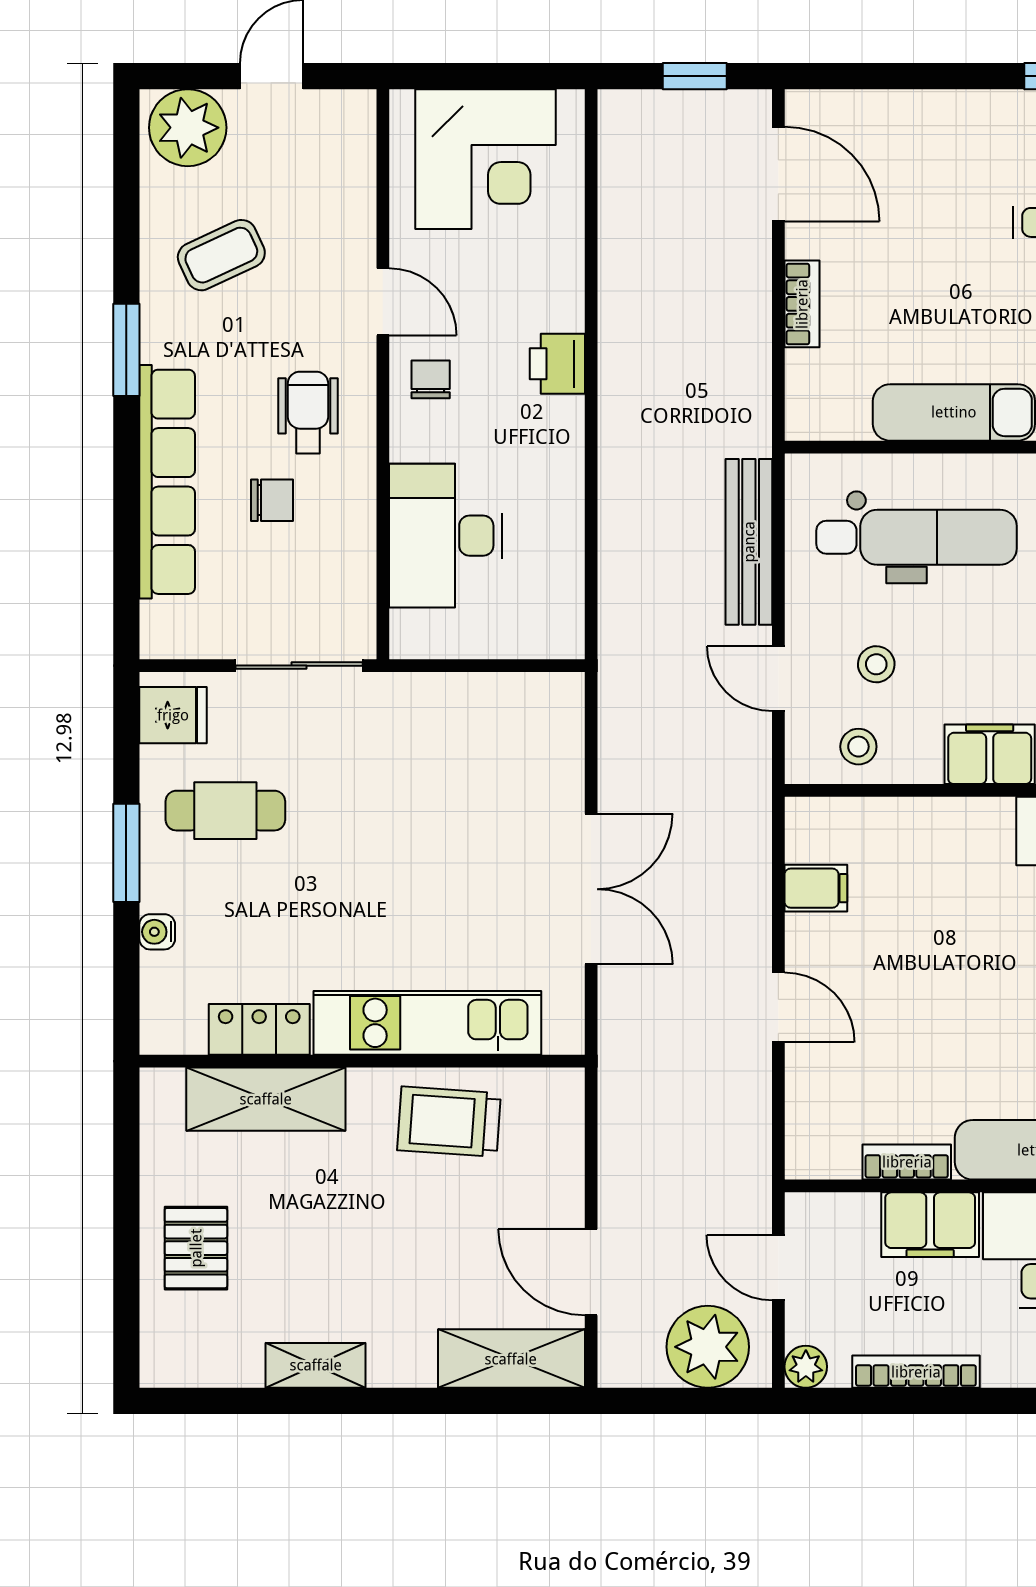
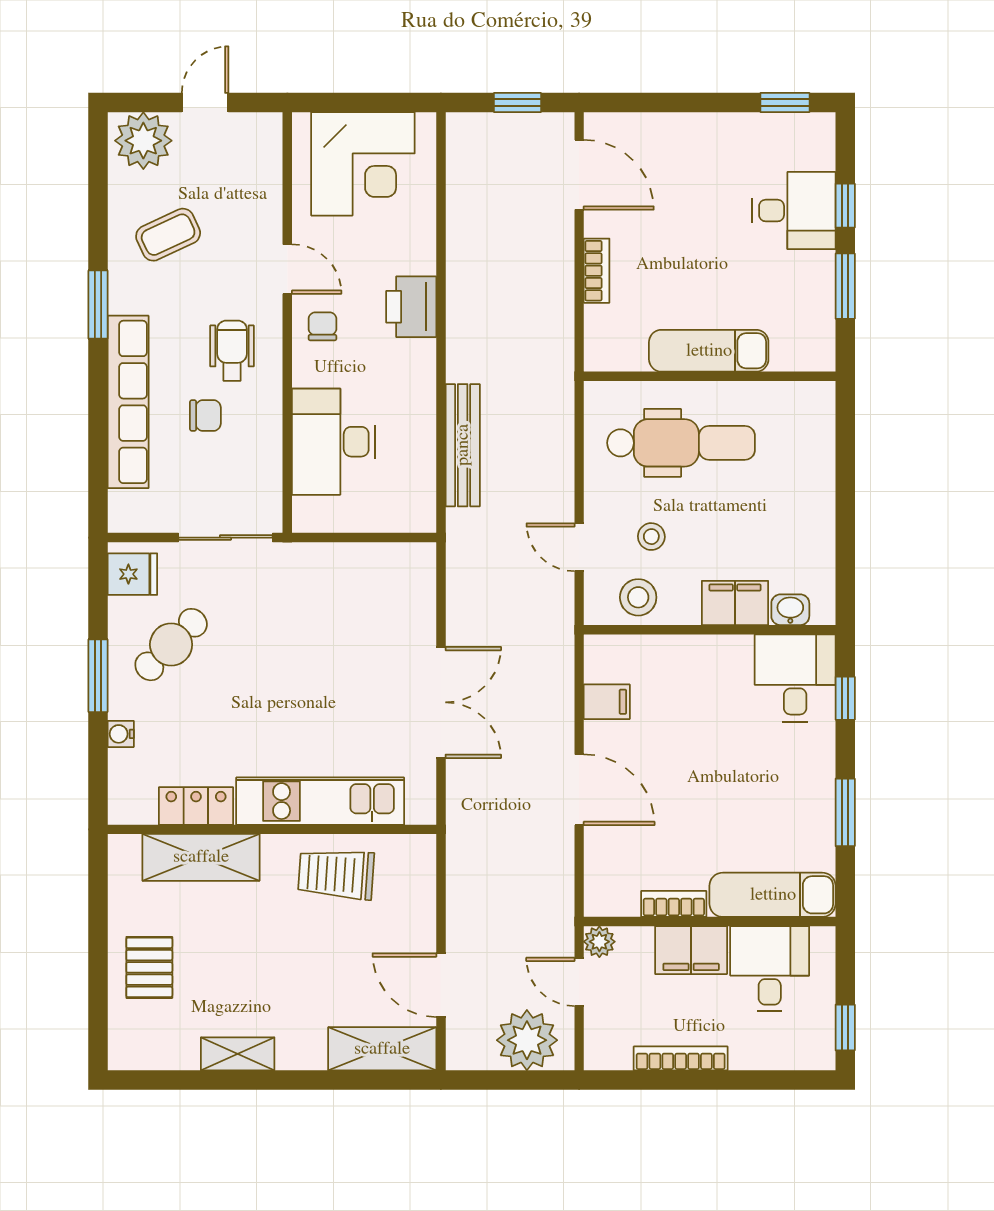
printer: (557, 364) -> (411, 307), width x1.36, depth x1.24
bench: (749, 542) -> (463, 445), moved
stool: (858, 747) -> (638, 597), width x1.37, depth x1.37
cafe table: (225, 811) -> (171, 645), turned -45
door: (778, 1007) -> (579, 790), width x1.38
plant: (806, 1367) -> (599, 942), moved

